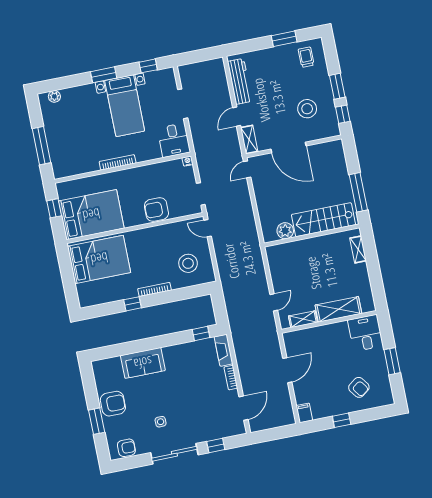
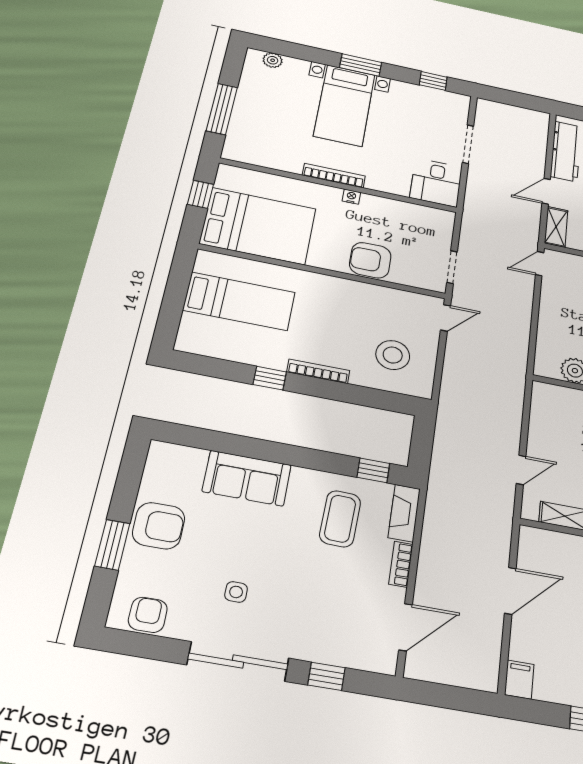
bed with nightstands: (125, 106) -> (344, 105), moved
nightstand: (188, 161) -> (351, 197), moved
door: (208, 228) -> (445, 318), swing flipped
bed: (99, 259) -> (239, 301), width x0.67
coffee table: (194, 366) -> (340, 519), added
armchair: (126, 448) -> (148, 615), turned -90

